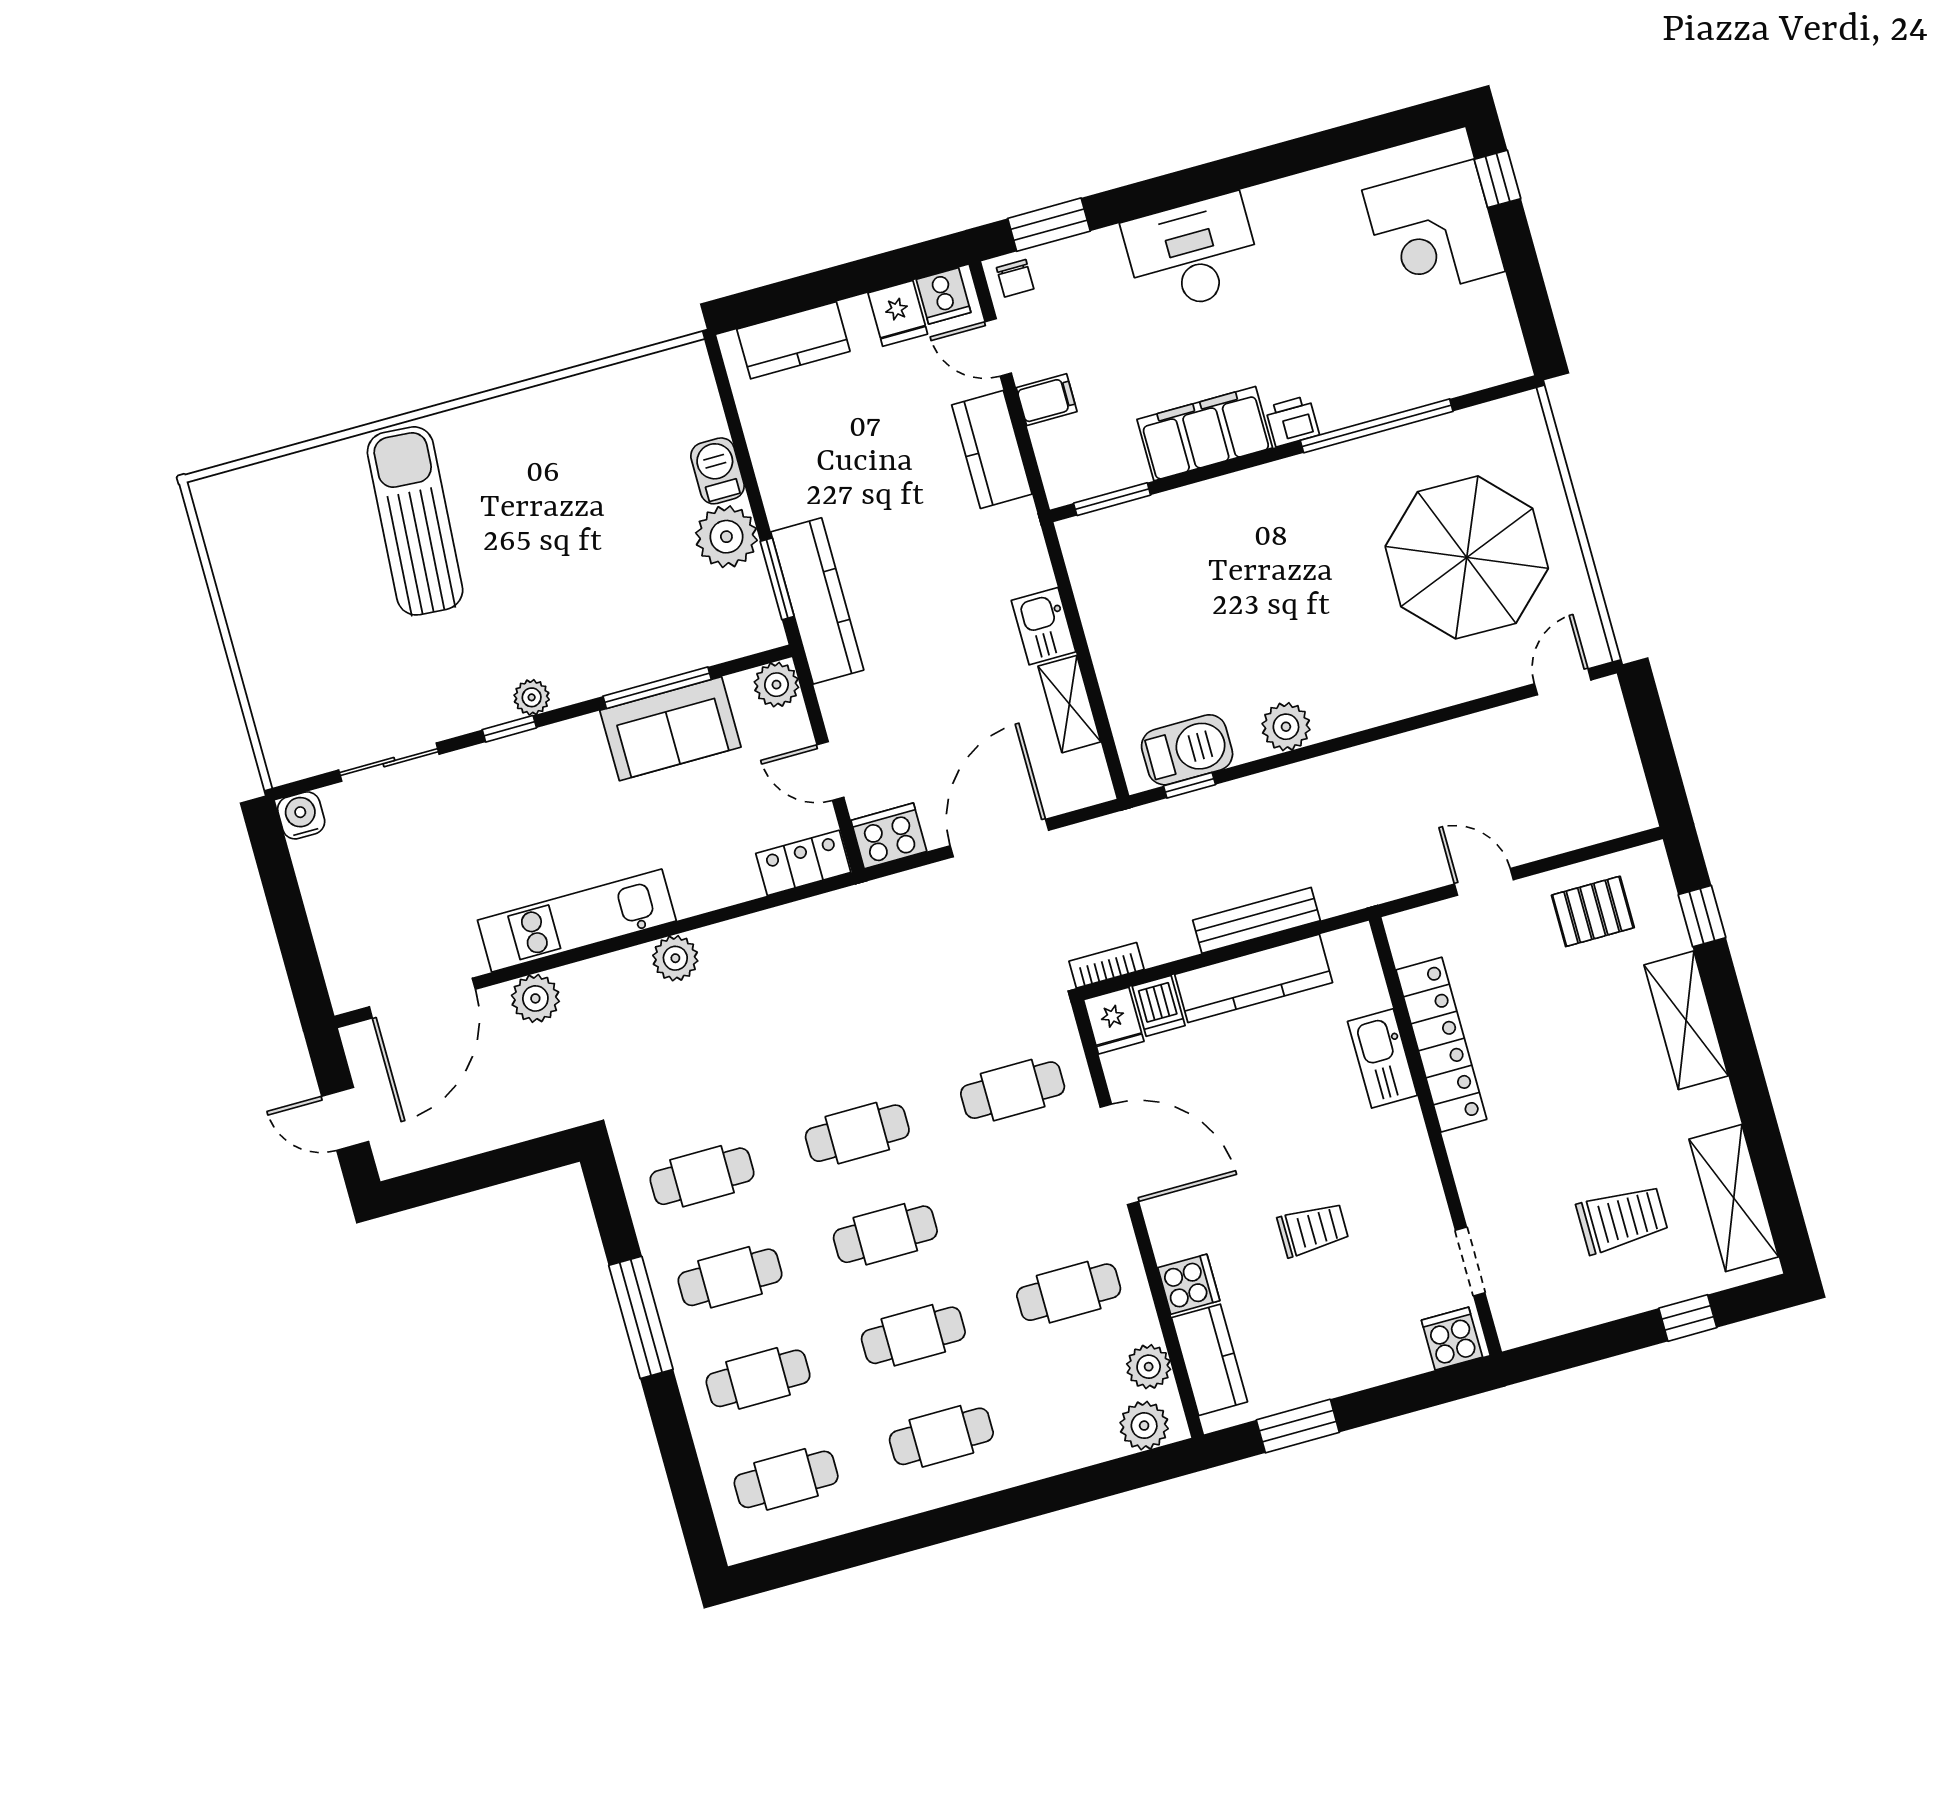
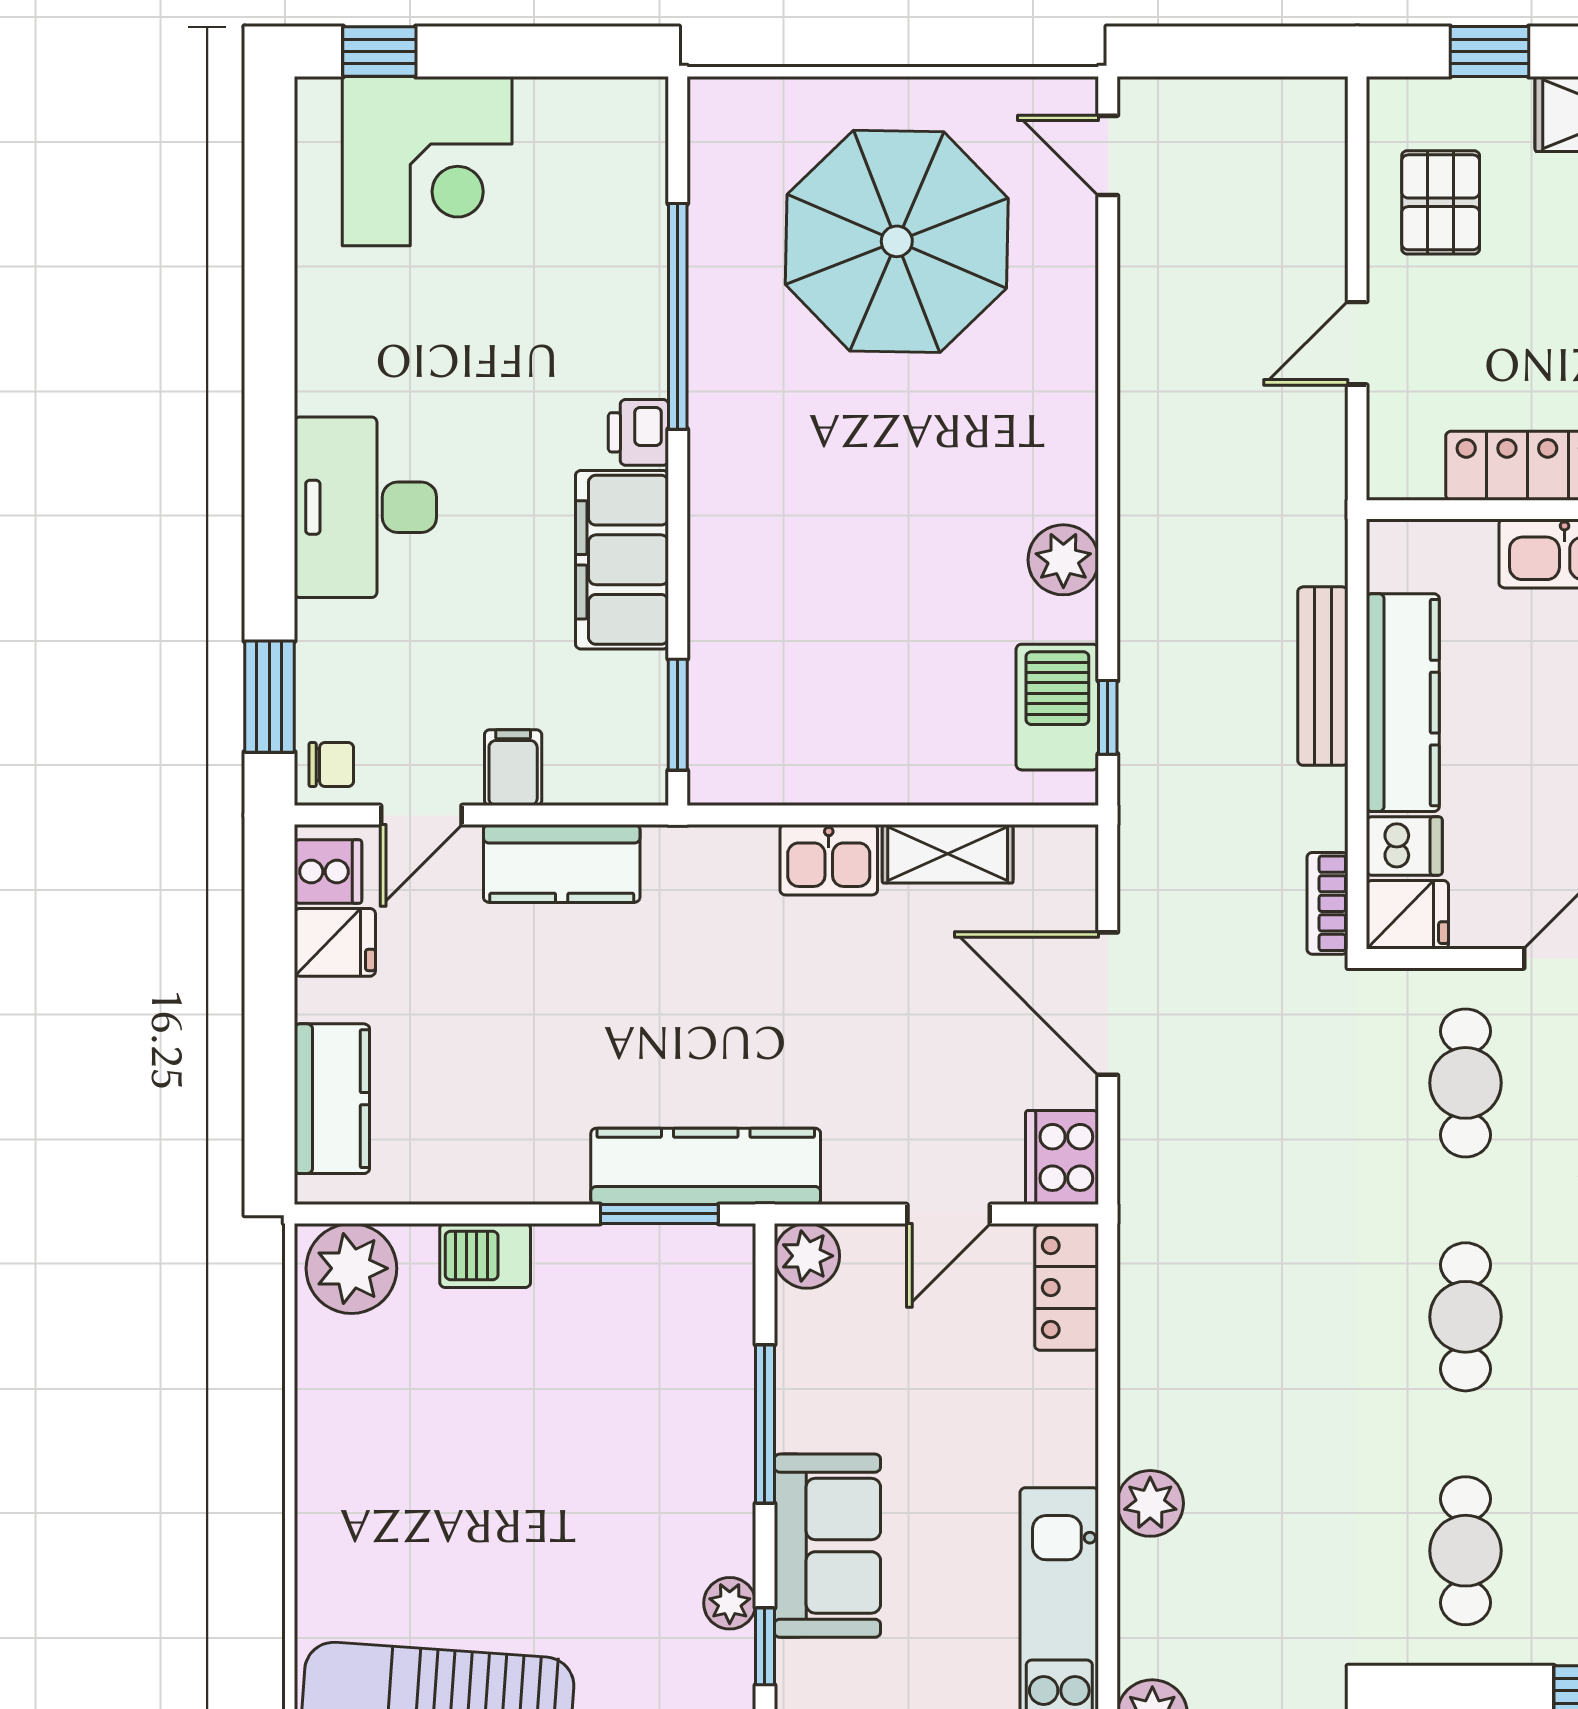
plant: (726, 537) -> (351, 1268), moved
sofa: (670, 729) -> (827, 1546), moved

